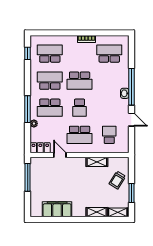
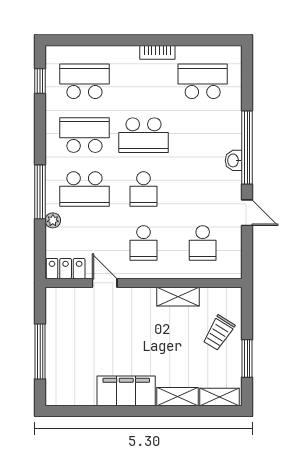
school desk: (80, 135) -> (144, 243), width x0.54
school desk: (109, 135) -> (203, 243), turned 180
window: (28, 177) -> (40, 351), moved
filing cabinet: (57, 209) -> (126, 391), moved

